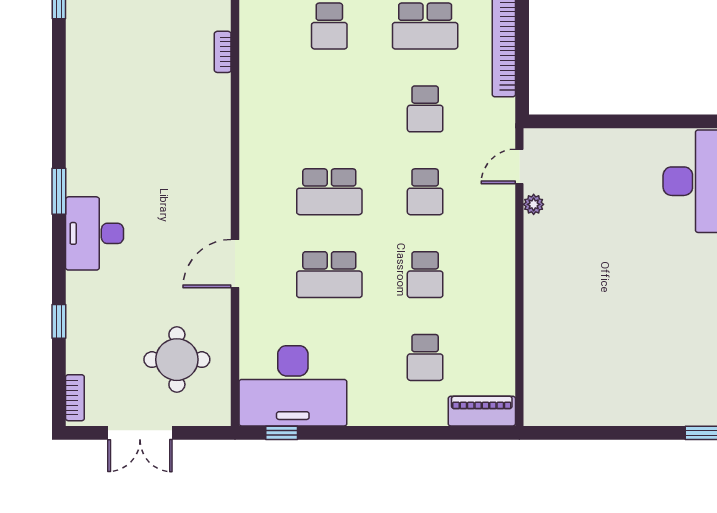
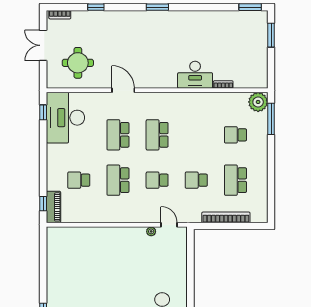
desk: (95, 233) -> (195, 75), moved, turned 180
school desk: (425, 275) -> (118, 180), width x1.85
window: (475, 433) -> (43, 204), added

